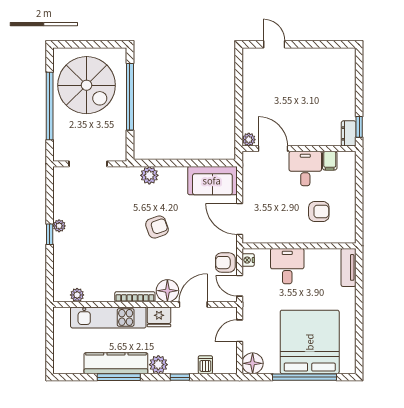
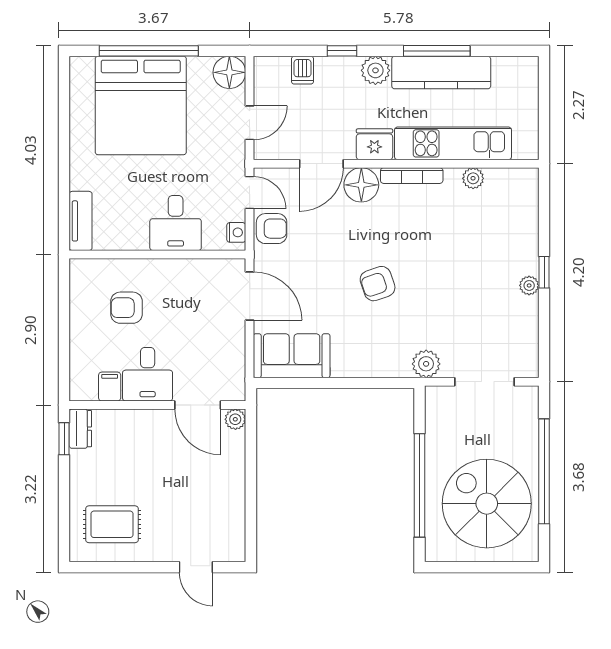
rug: (328, 72) -> (112, 524), added
plant: (149, 175) -> (426, 364), moved
plant: (77, 295) -> (473, 178), moved

